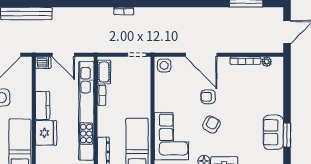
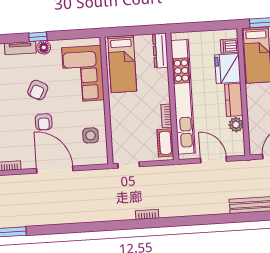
dishwasher: (43, 63) -> (230, 46), moved
side table: (164, 65) -> (90, 135), moved
plant: (42, 84) -> (236, 125), added
armchair: (208, 97) -> (44, 122), turned 90

